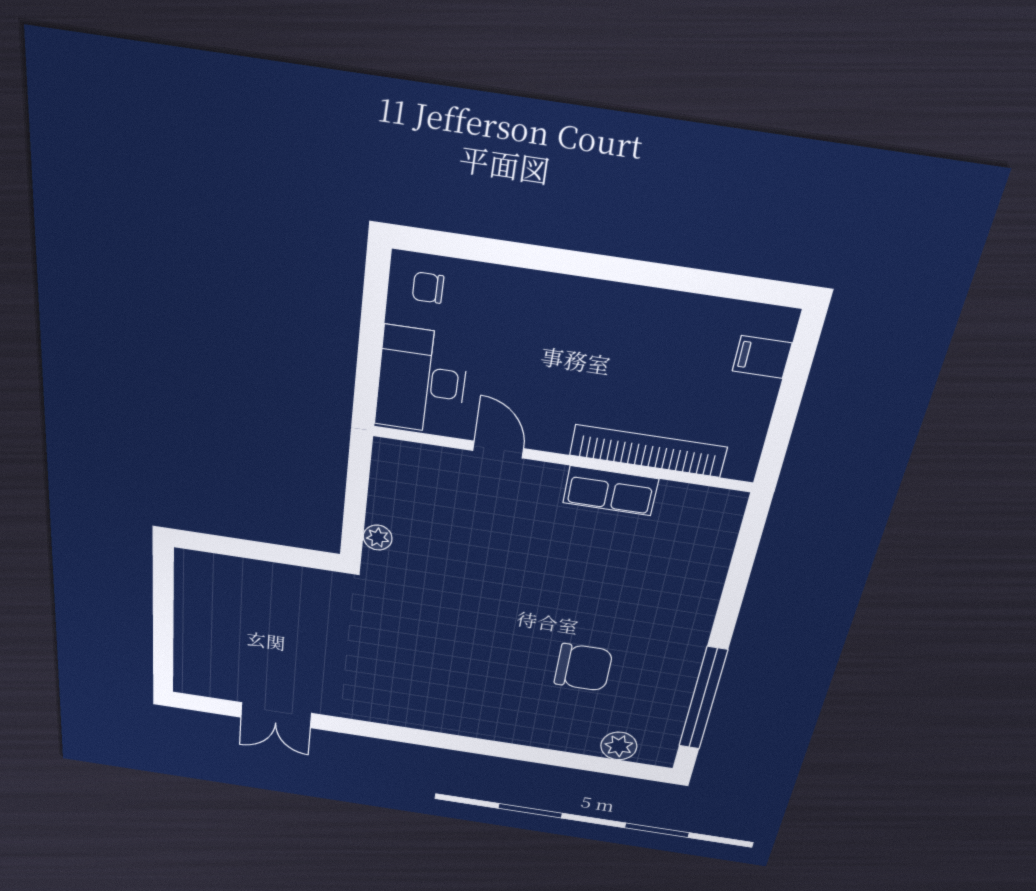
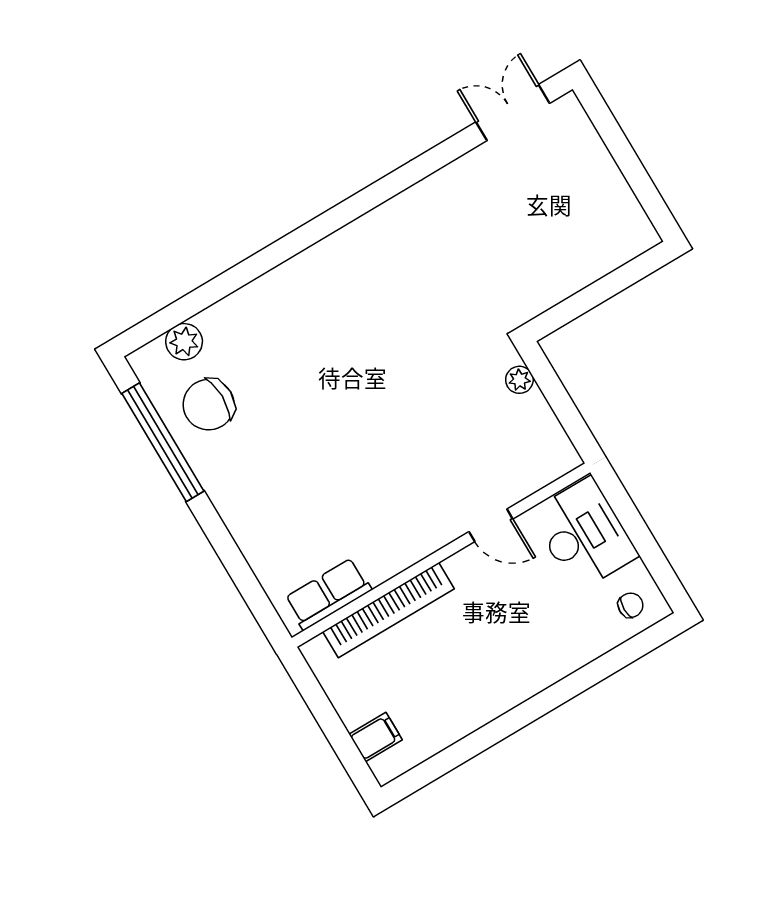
row of seats: (611, 491) -> (328, 594), moved
chair: (583, 667) -> (209, 405), moved
double door: (276, 715) -> (513, 113), moved

